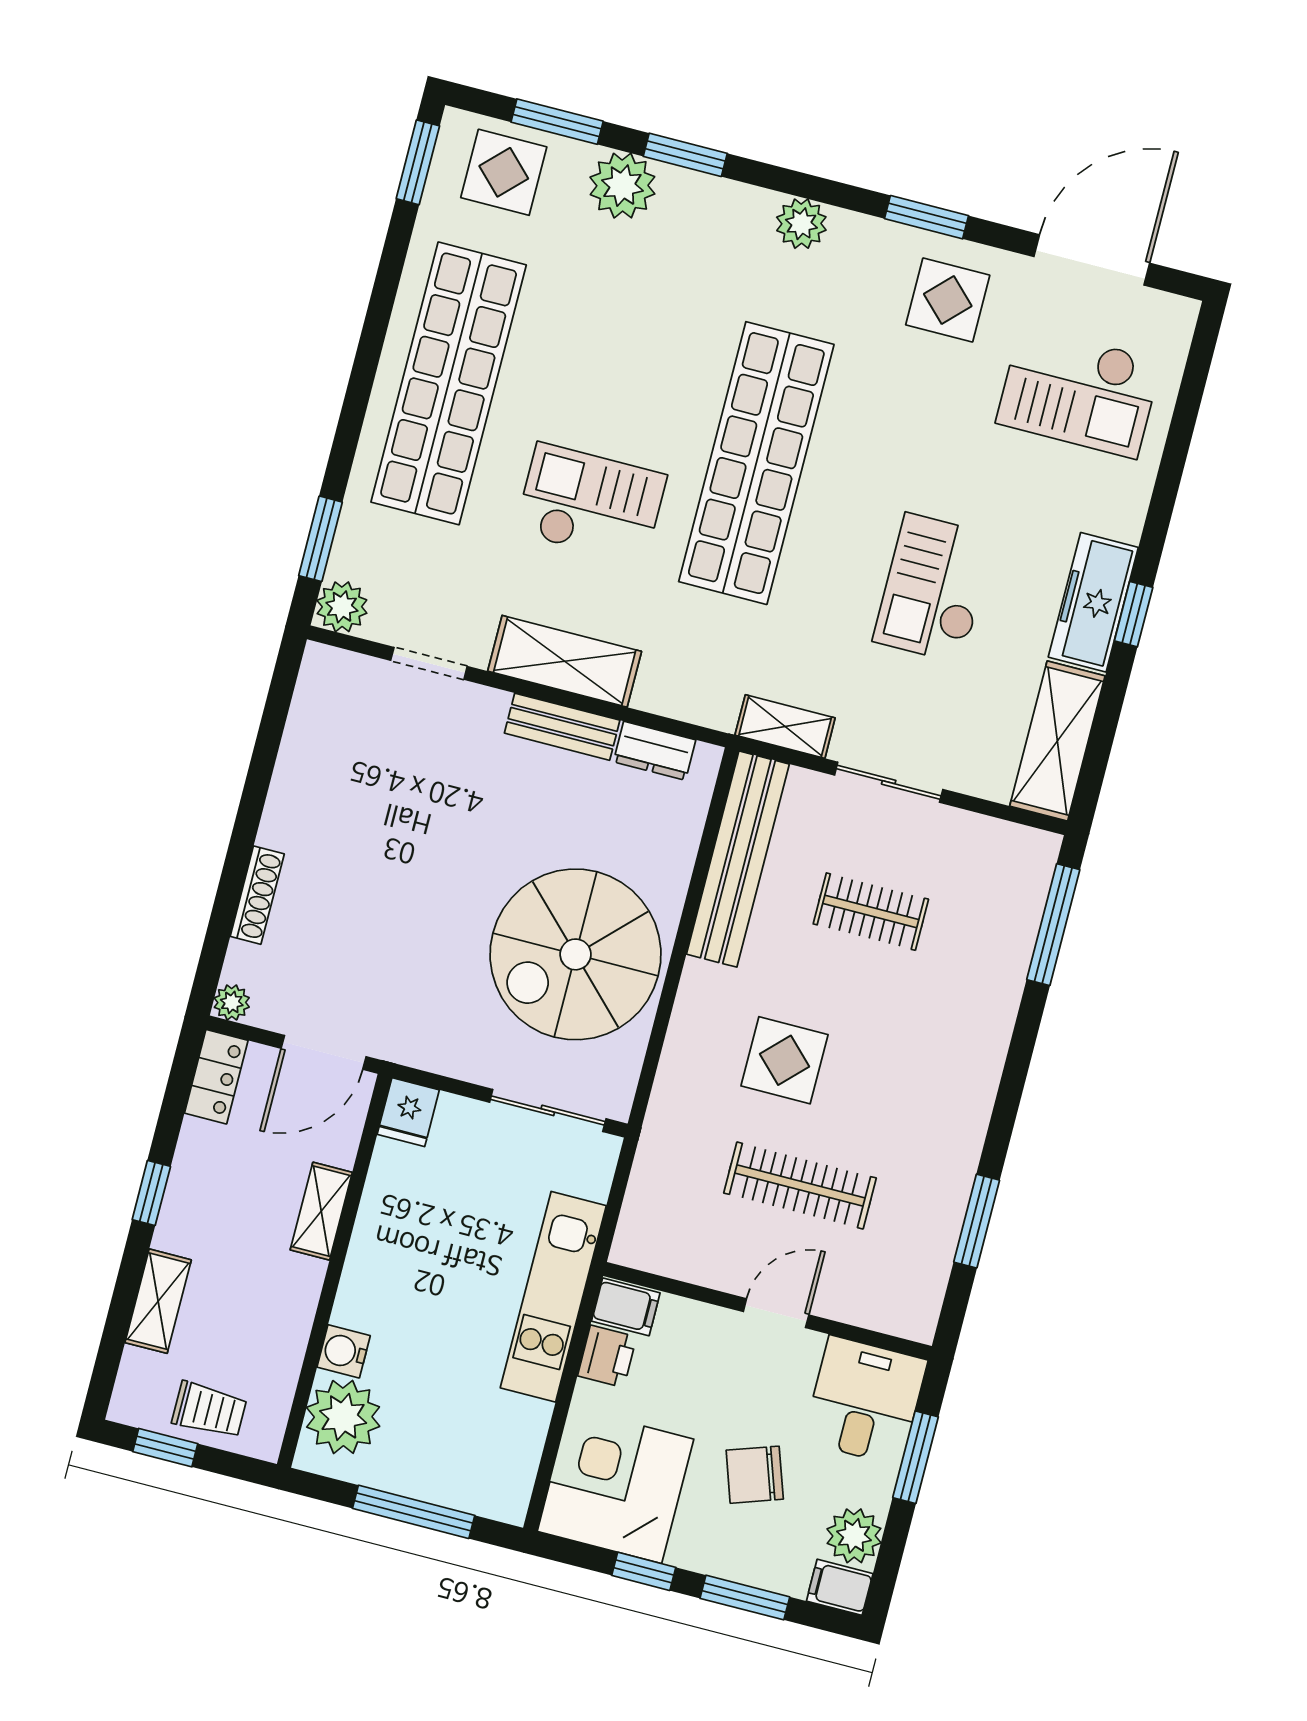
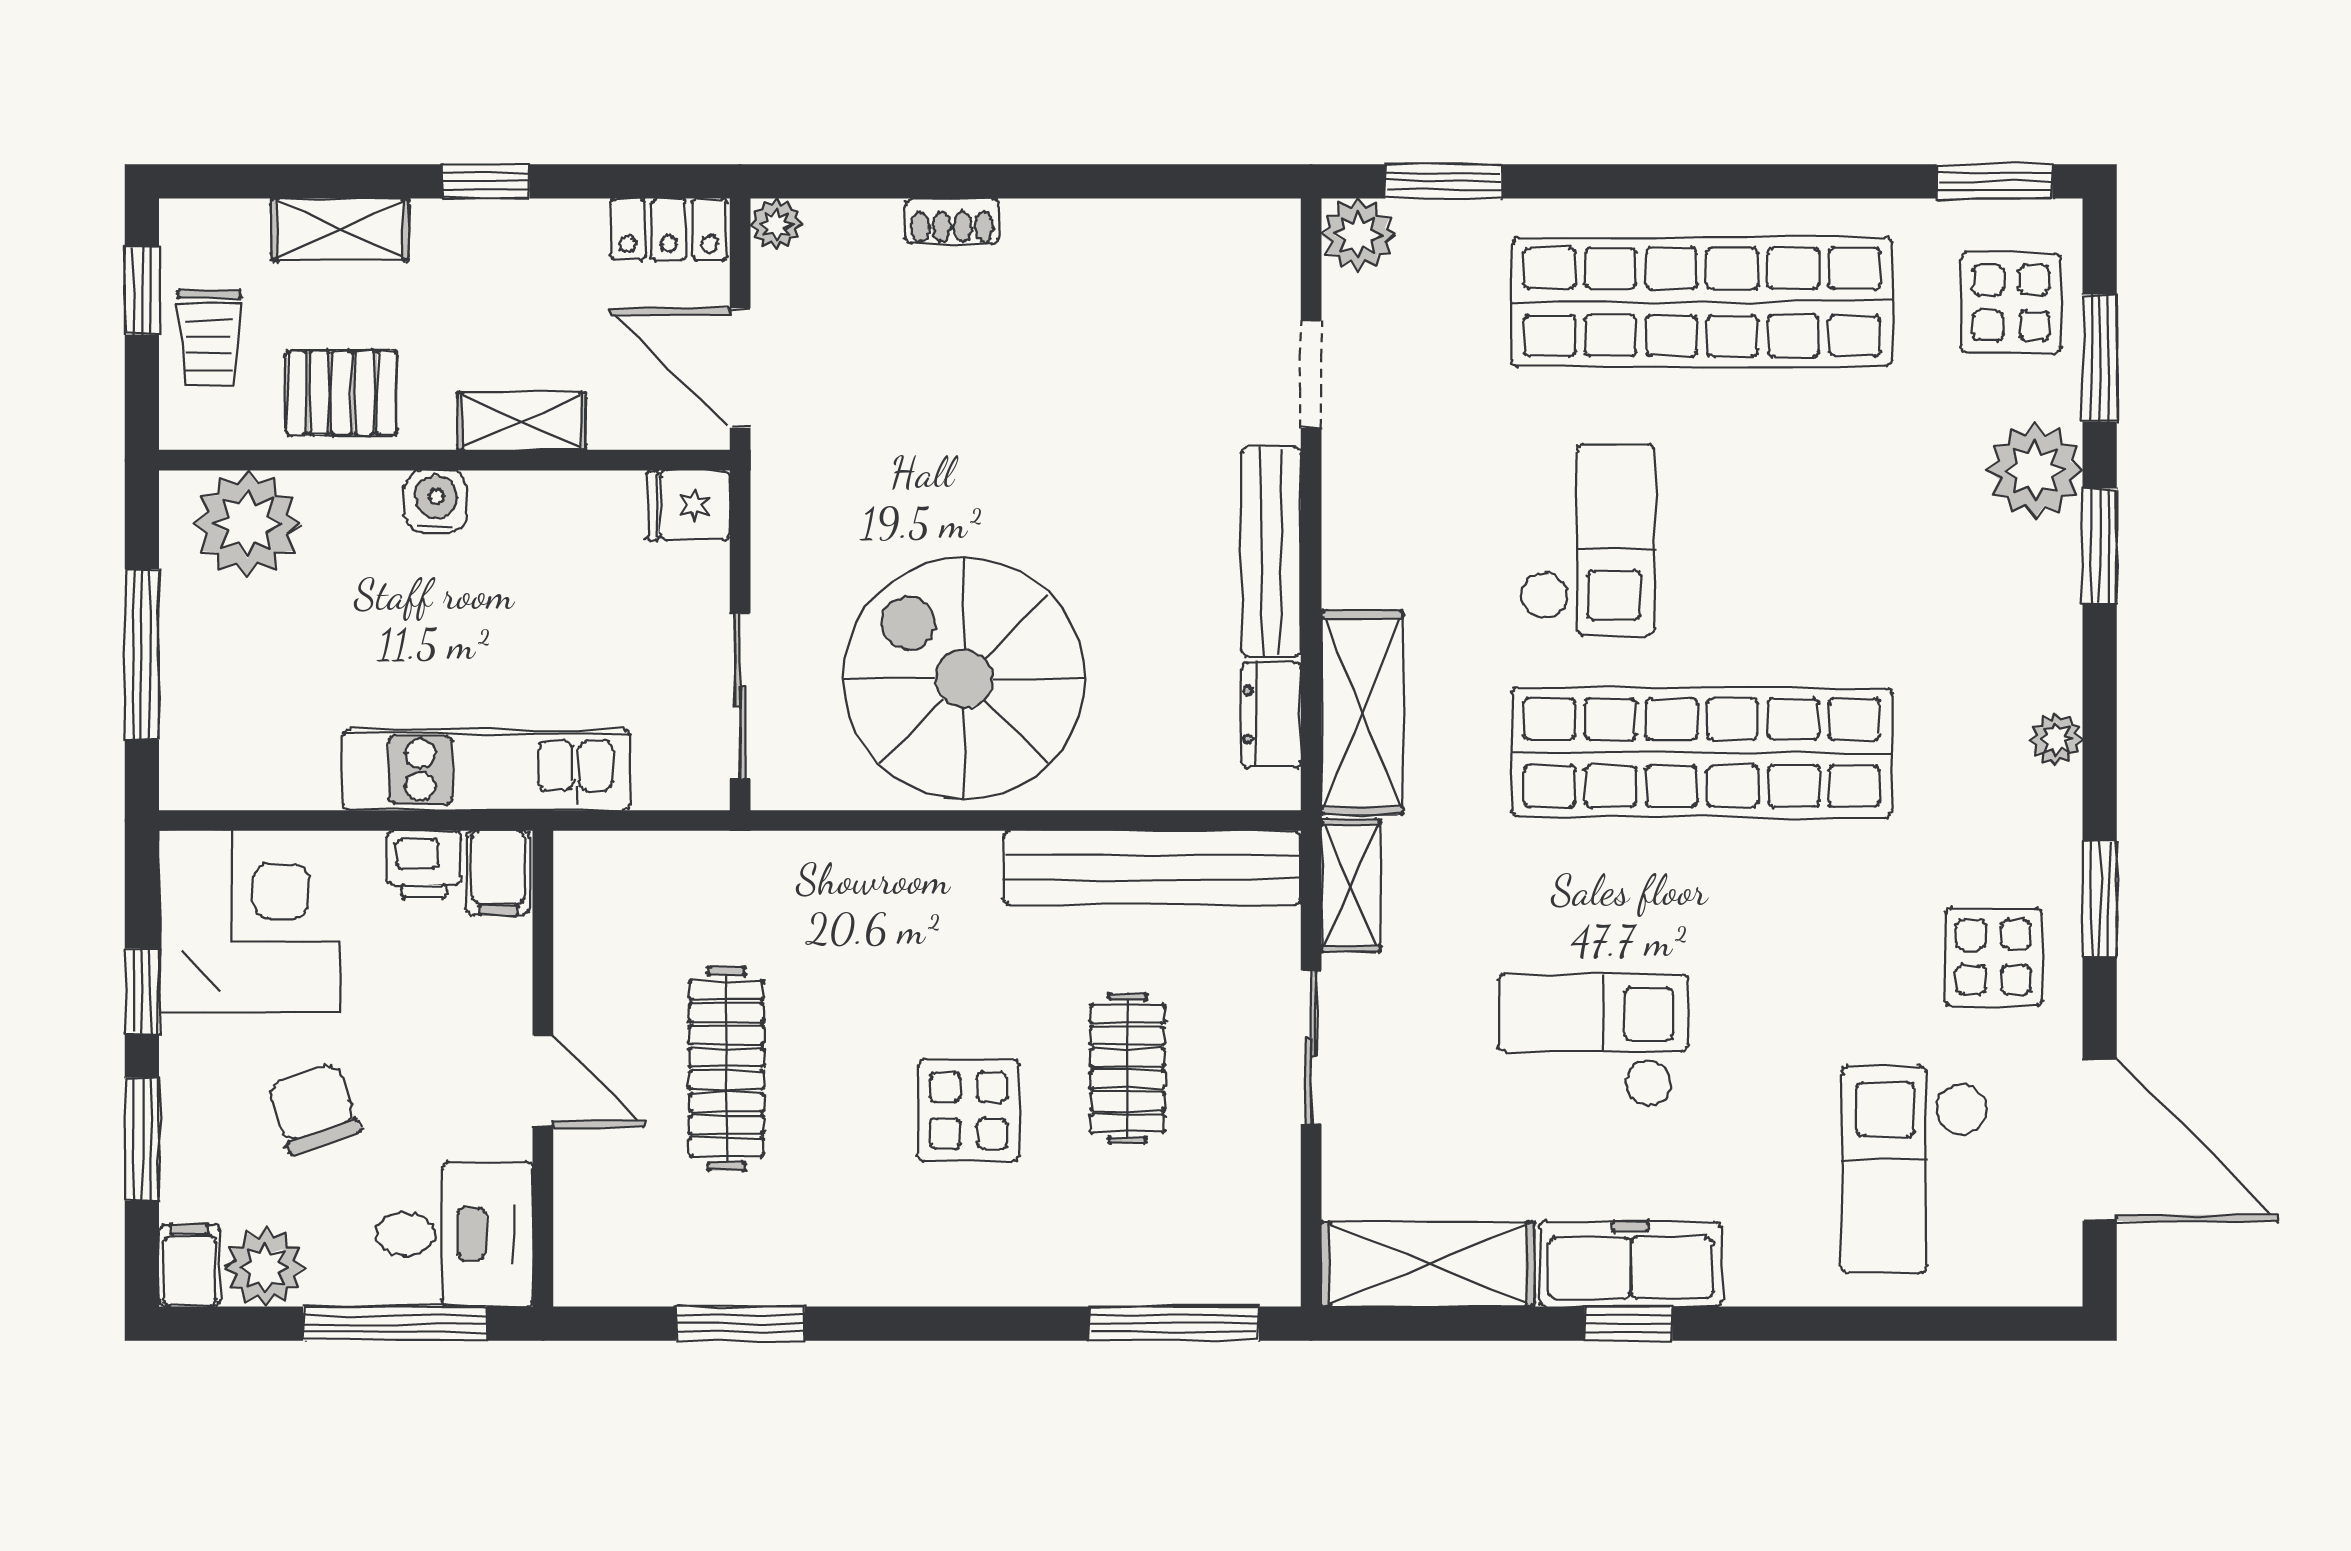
plant: (801, 224) -> (2056, 739), width x0.73, depth x0.73
shelving: (565, 661) -> (1362, 712), moved
bench: (562, 727) -> (1271, 552), width x1.36
shoe rack: (257, 895) -> (952, 221), width x0.70
display table: (784, 1060) -> (969, 1111), moved
pallet: (270, 1329) -> (342, 393), added
water cooler: (344, 1351) -> (436, 501), moved
window: (916, 1457) -> (395, 1324), width x1.44

